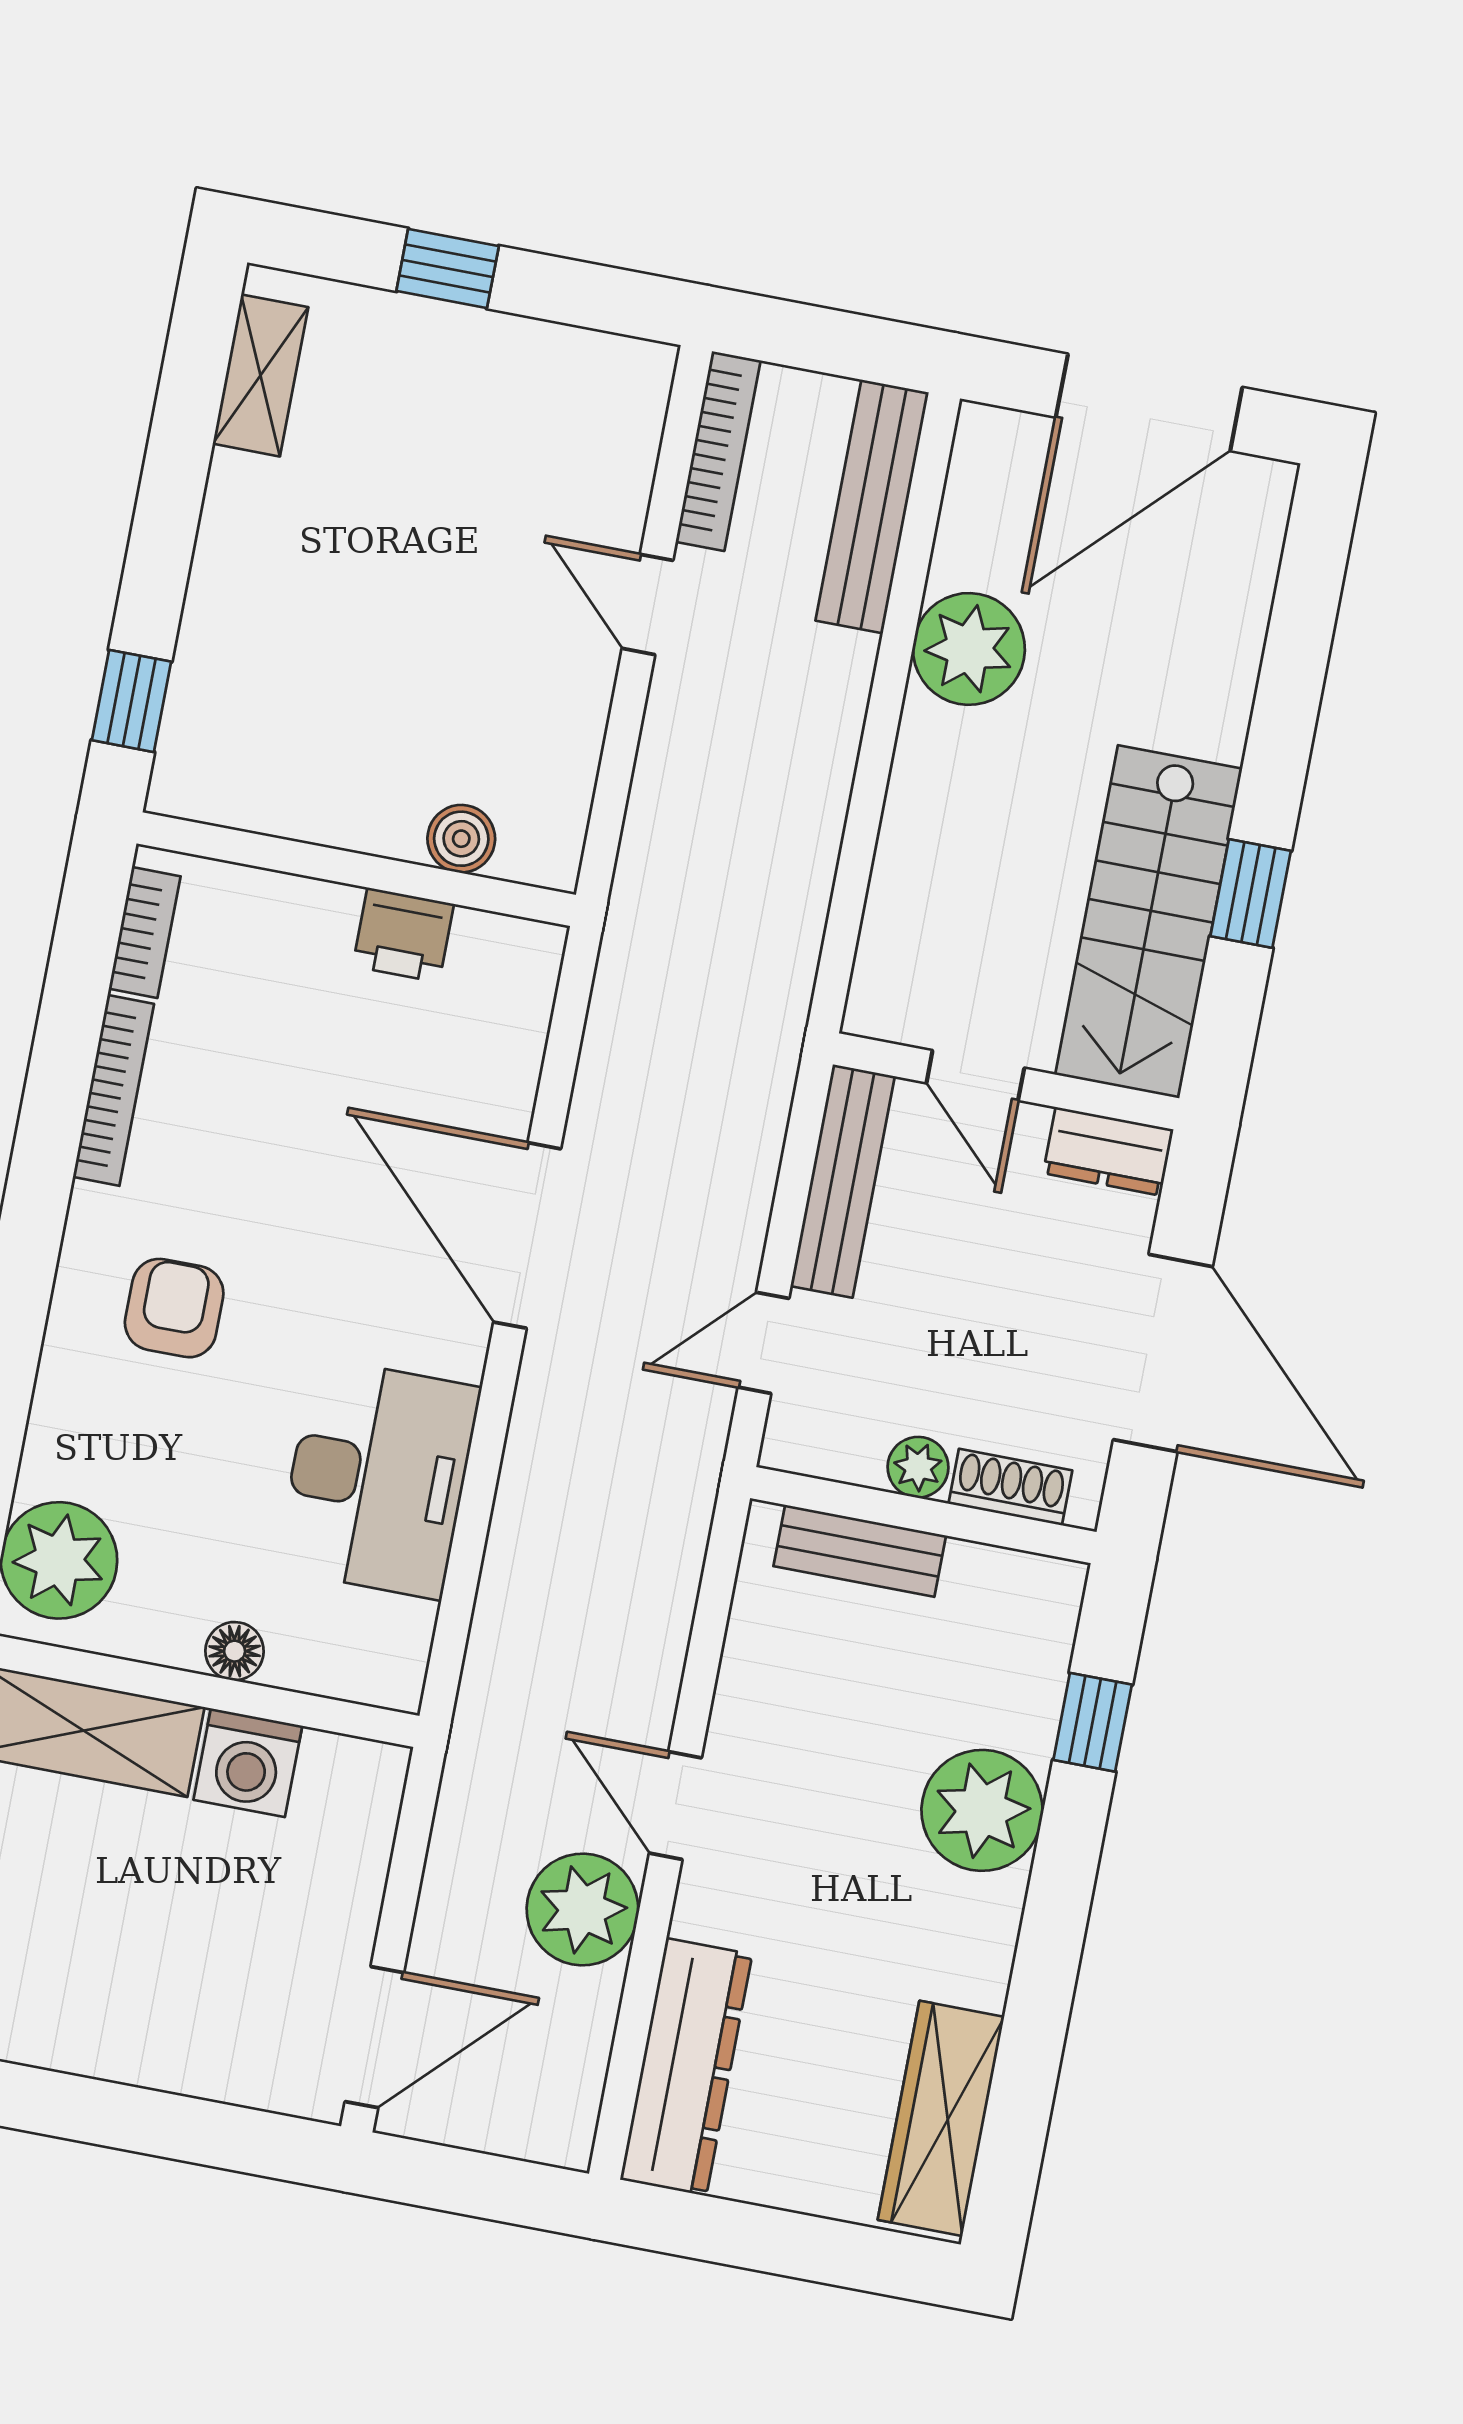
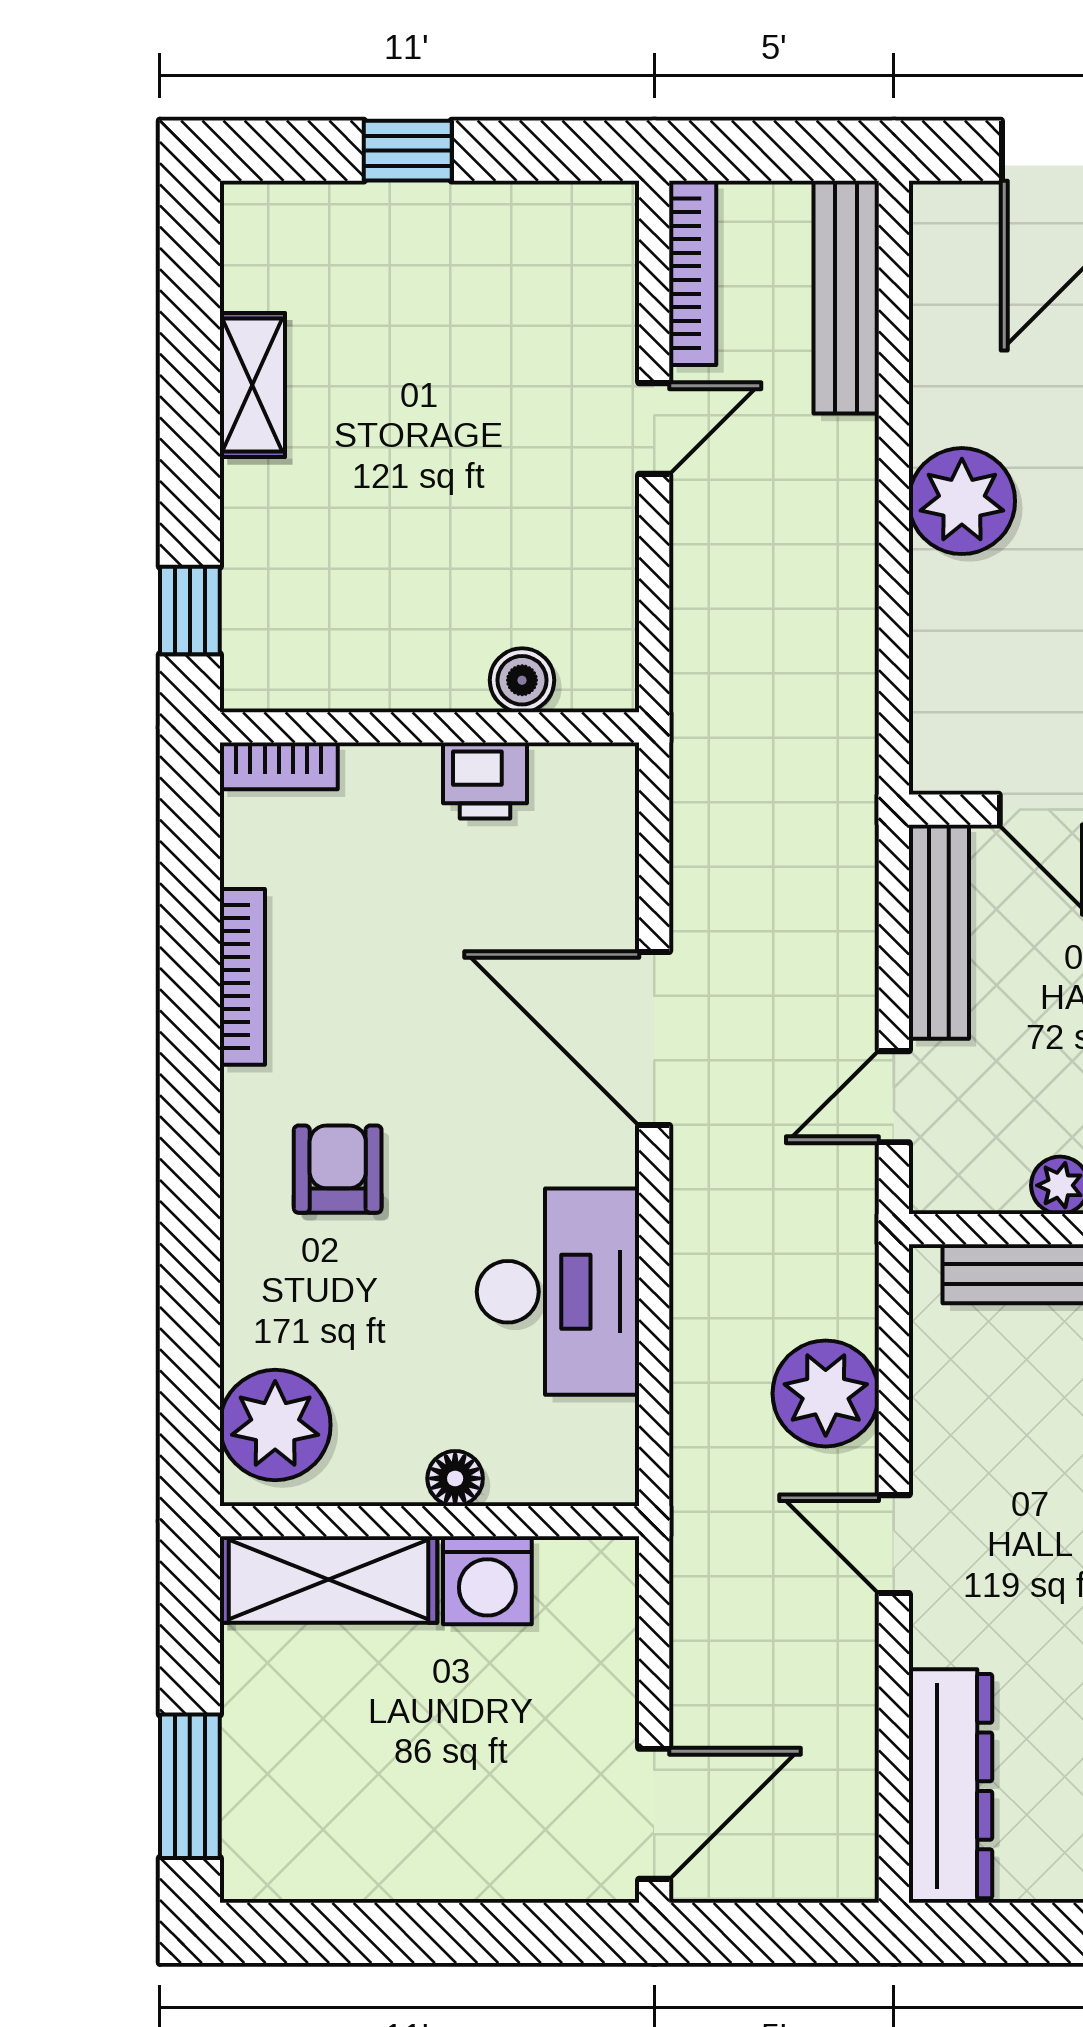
shelving: (261, 375) -> (252, 385), moved
door: (648, 604) -> (654, 429), swing flipped
plant: (969, 649) -> (962, 501), moved
bookcase: (145, 933) -> (279, 766), moved, turned 90
plant: (583, 1909) -> (826, 1393), moved

